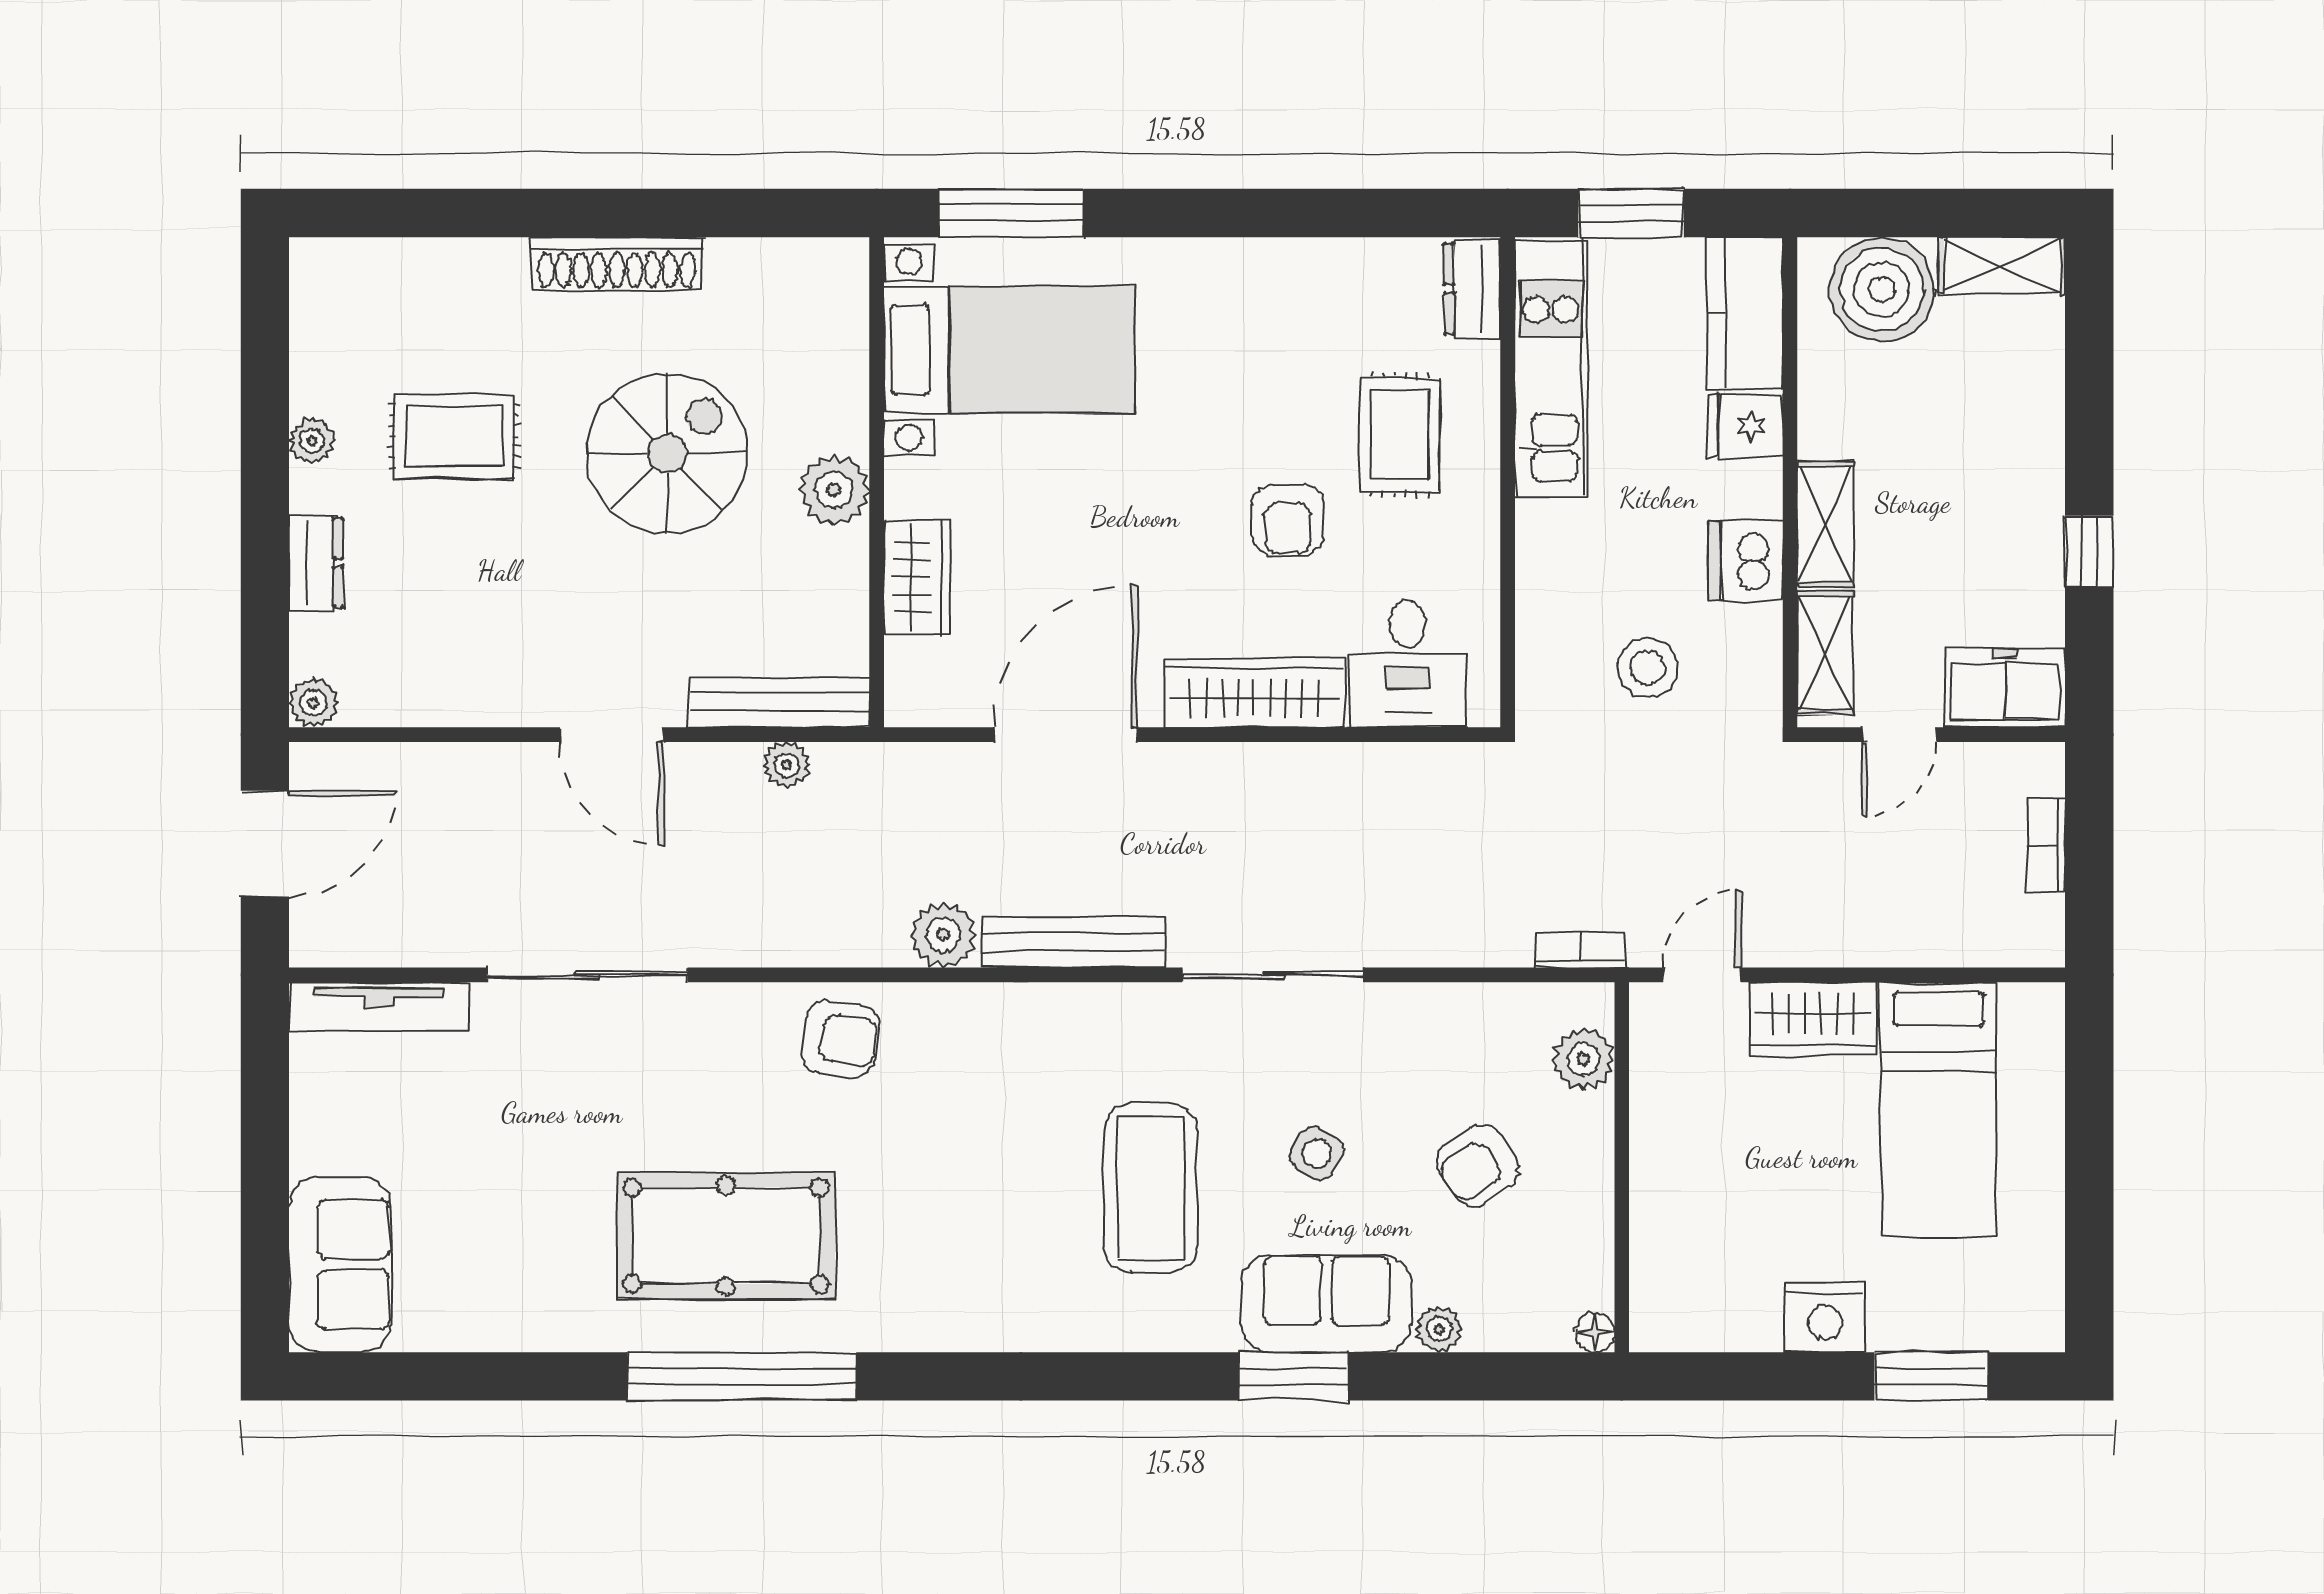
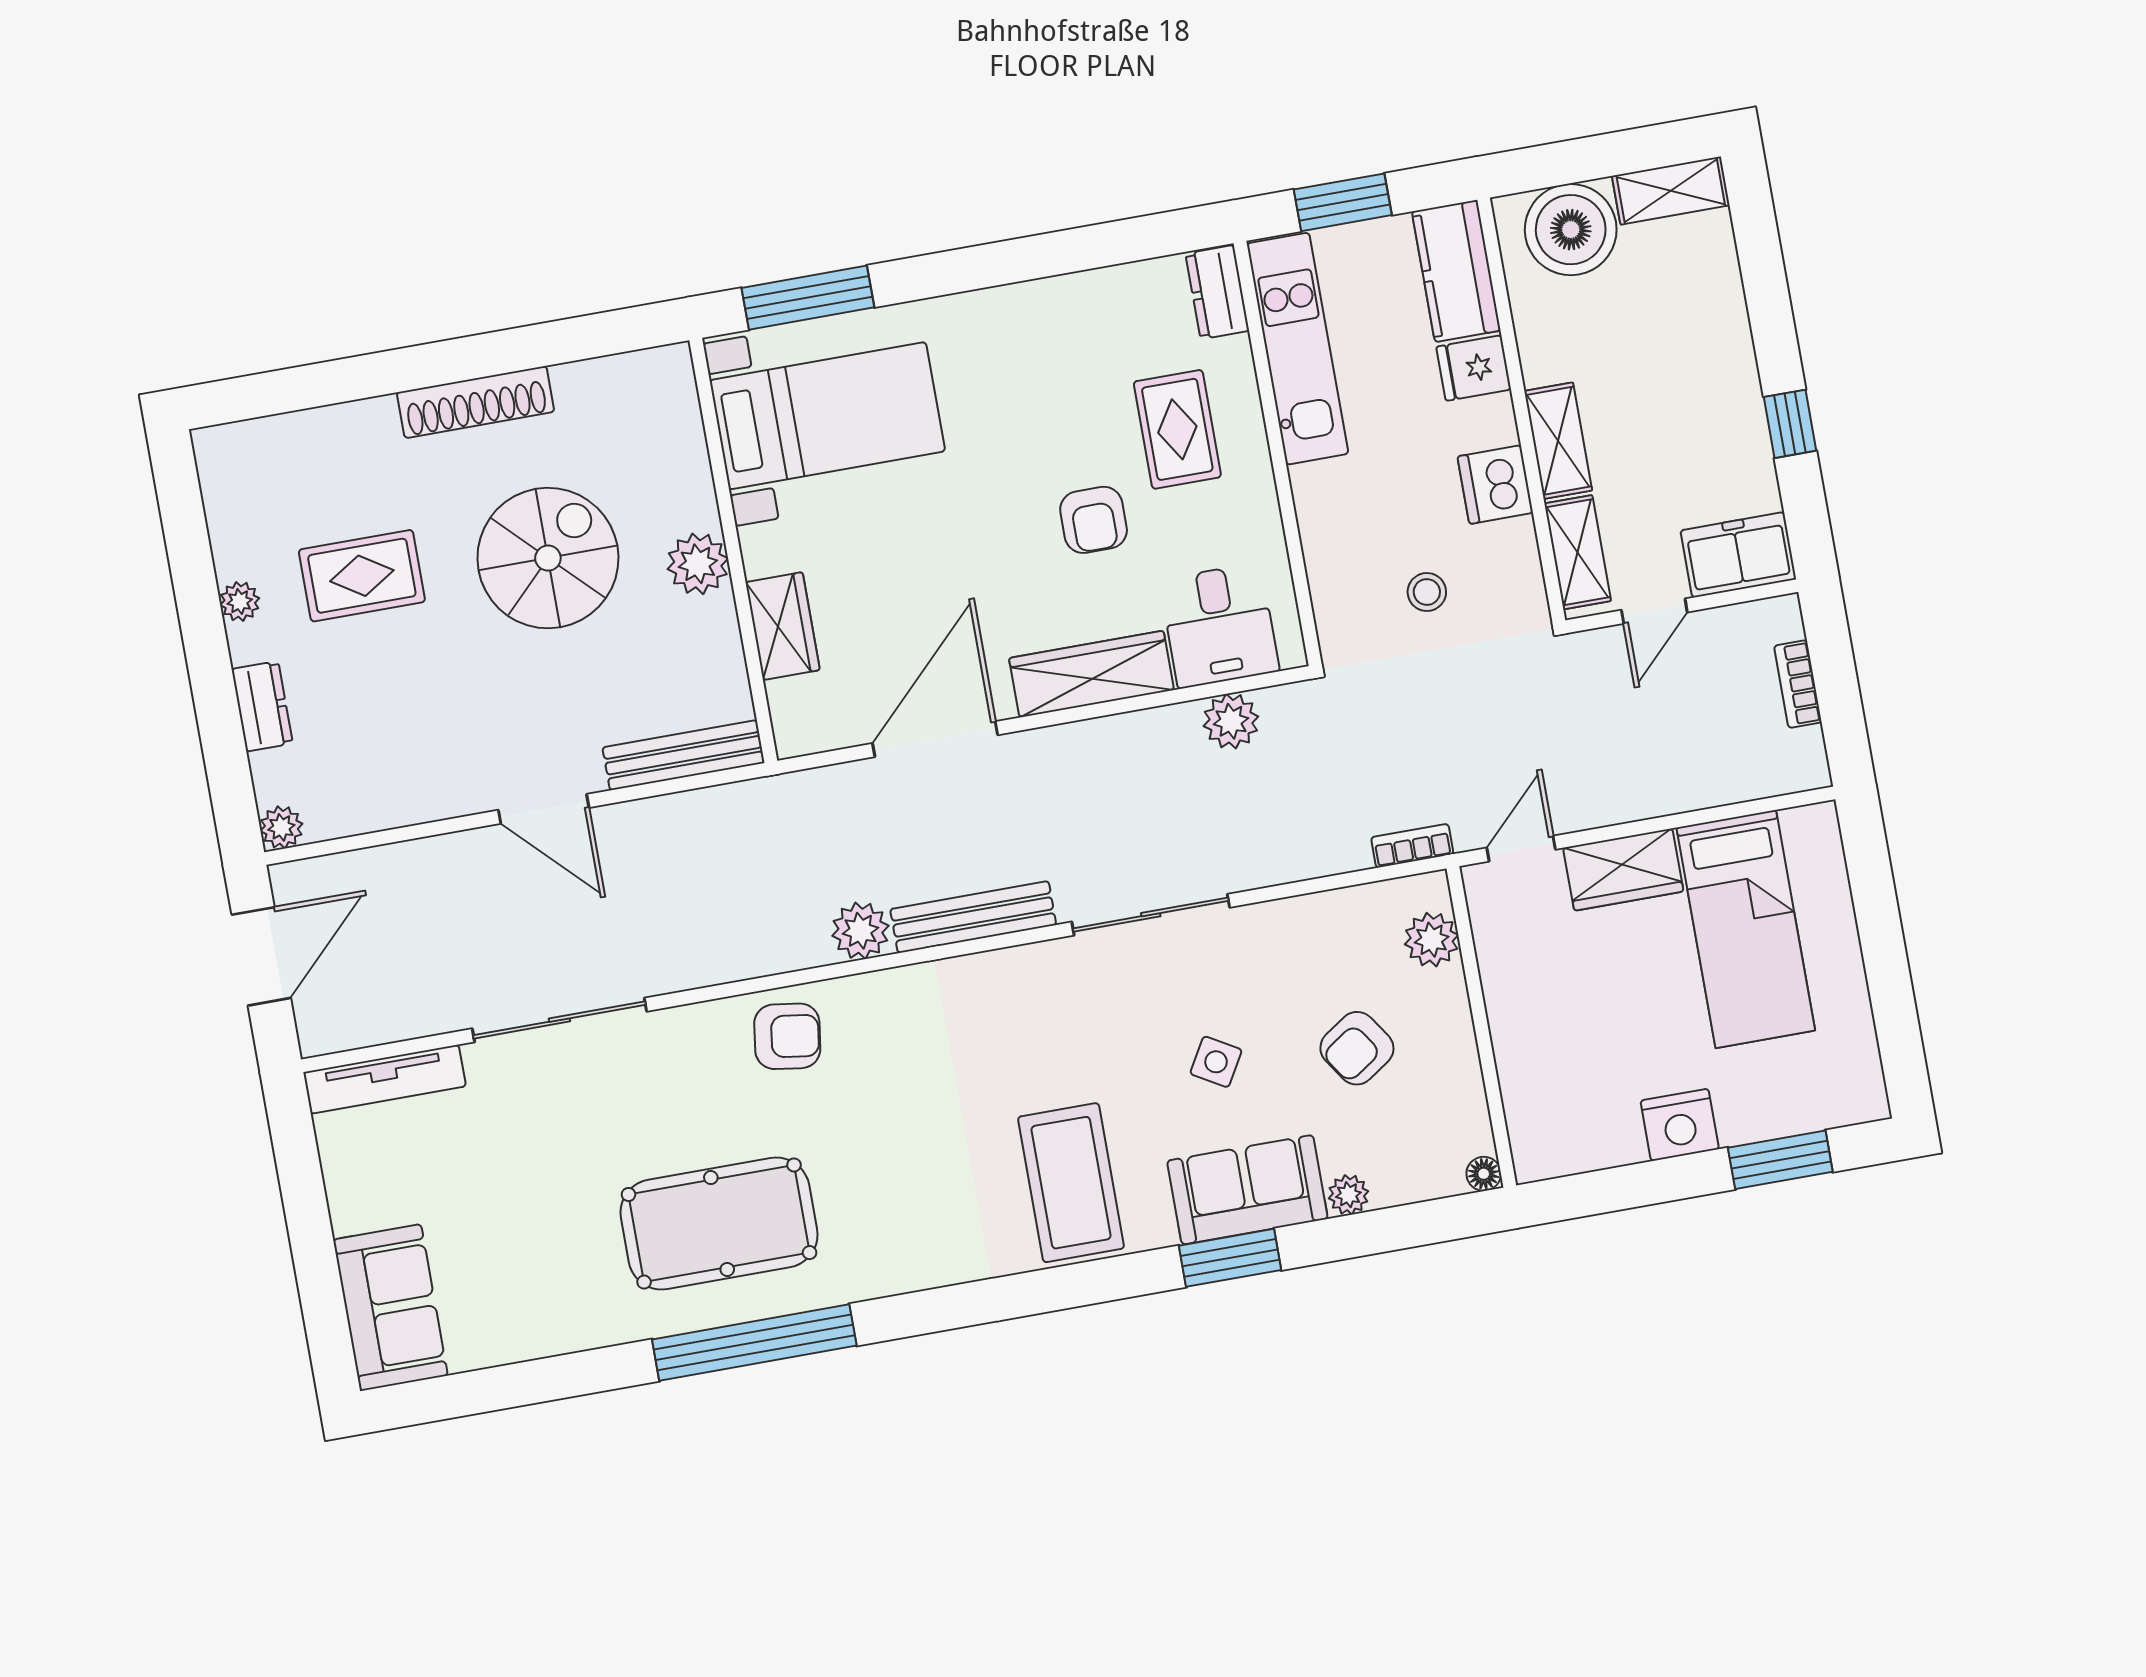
stool: (1648, 668) -> (1427, 592), width x0.73, depth x0.73
plant: (786, 765) -> (1231, 721), moved, width x1.38, depth x1.38
coffee table: (1151, 1188) -> (1071, 1183), moved

